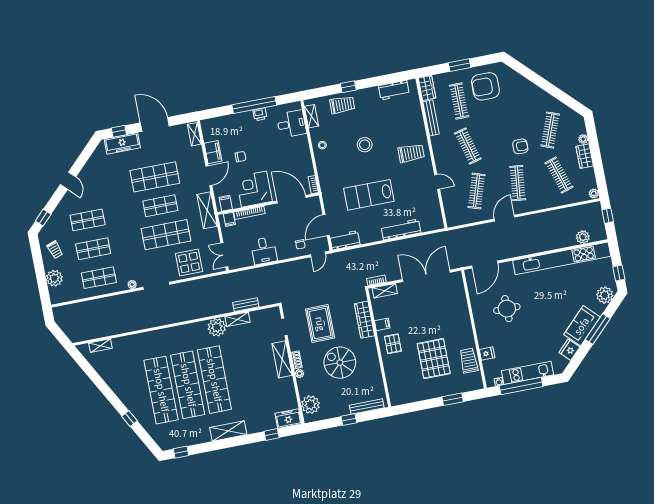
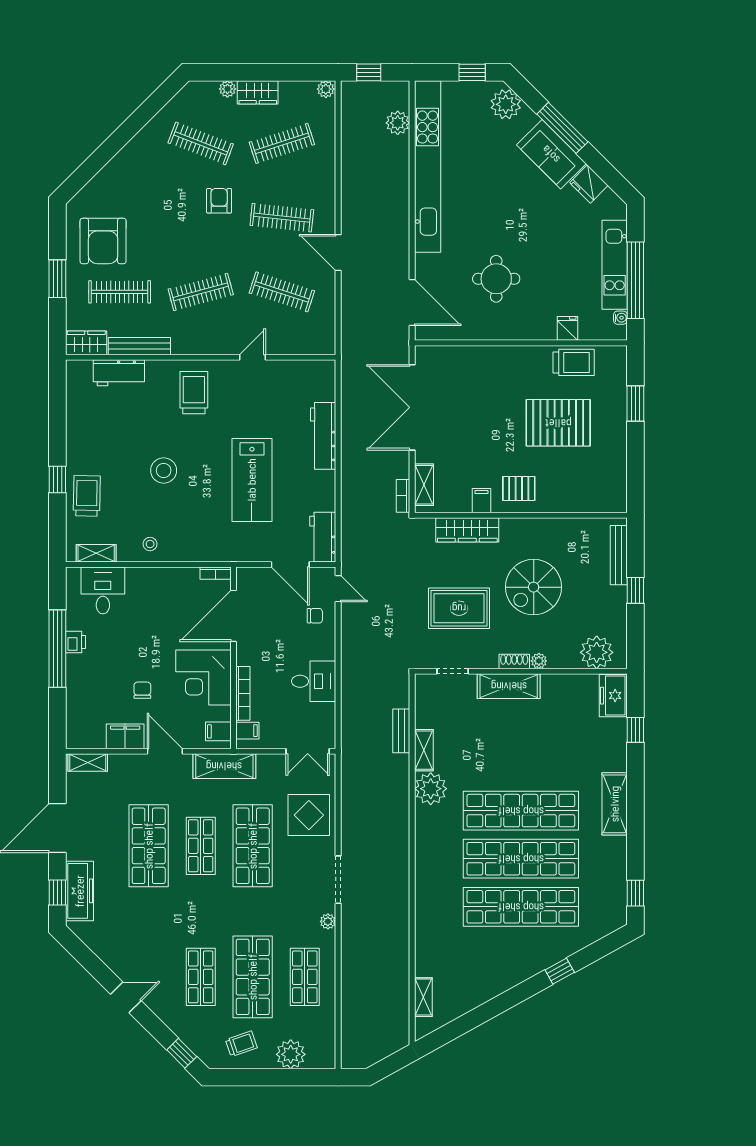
workbench: (394, 90) -> (119, 373), moved, turned 90
shop shelf: (93, 249) -> (253, 977), width x1.43, depth x1.36
trolley: (469, 361) -> (574, 362), turned 180

